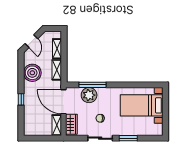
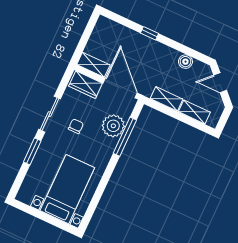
boiler: (32, 73) -> (185, 62), width x0.54, depth x0.54
door: (64, 102) -> (120, 88), hinge flipped

